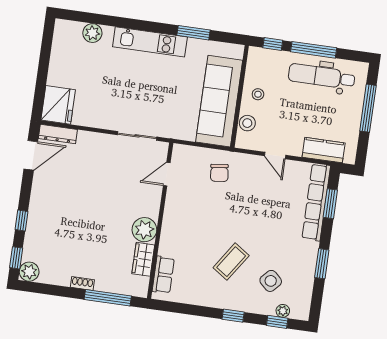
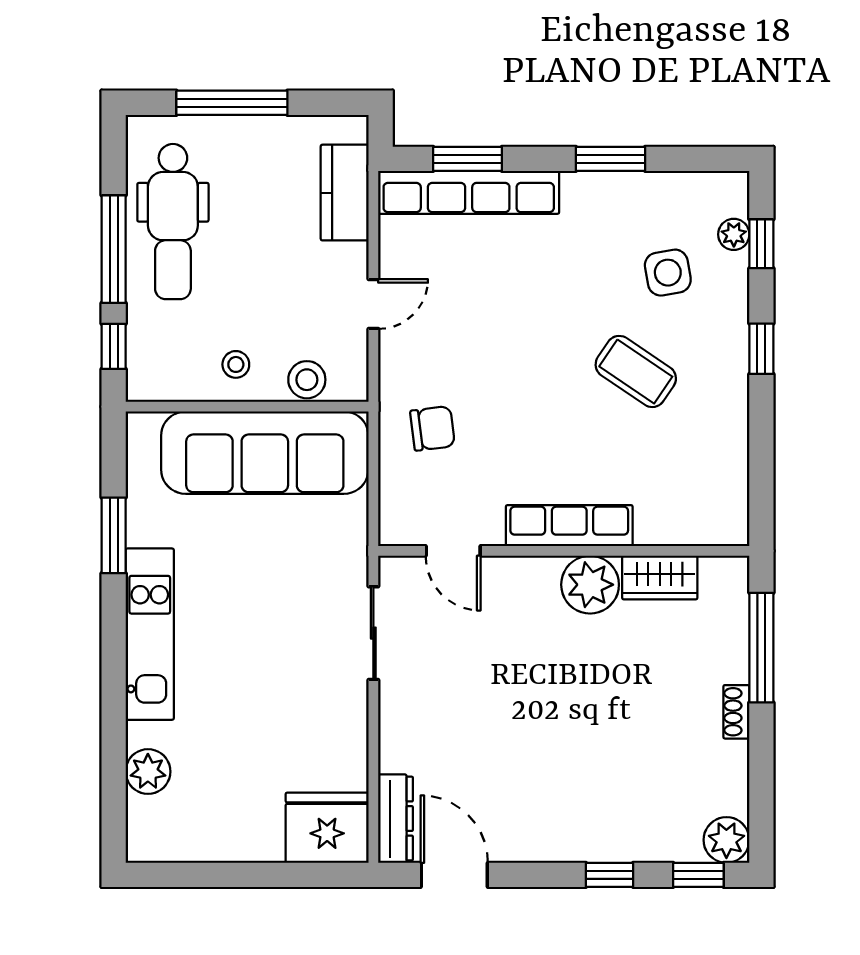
row of seats: (163, 275) -> (569, 526), moved, width x1.48
side table: (271, 281) -> (668, 273), turned 37

